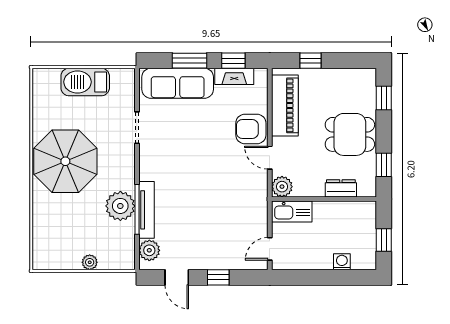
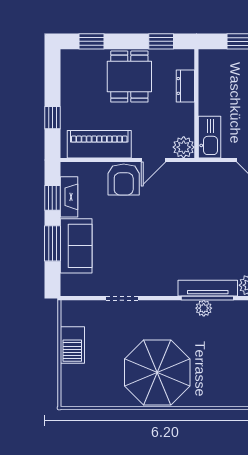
barbecue: (85, 82) -> (72, 345), width x0.73, depth x0.83
sofa: (178, 83) -> (76, 246), width x0.73
plant: (120, 206) -> (204, 308), width x0.53, depth x0.53

